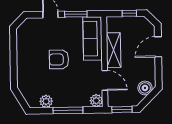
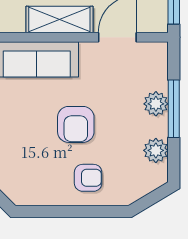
armchair: (31, 66) -> (88, 178), added
plant: (96, 101) -> (156, 104), moved

